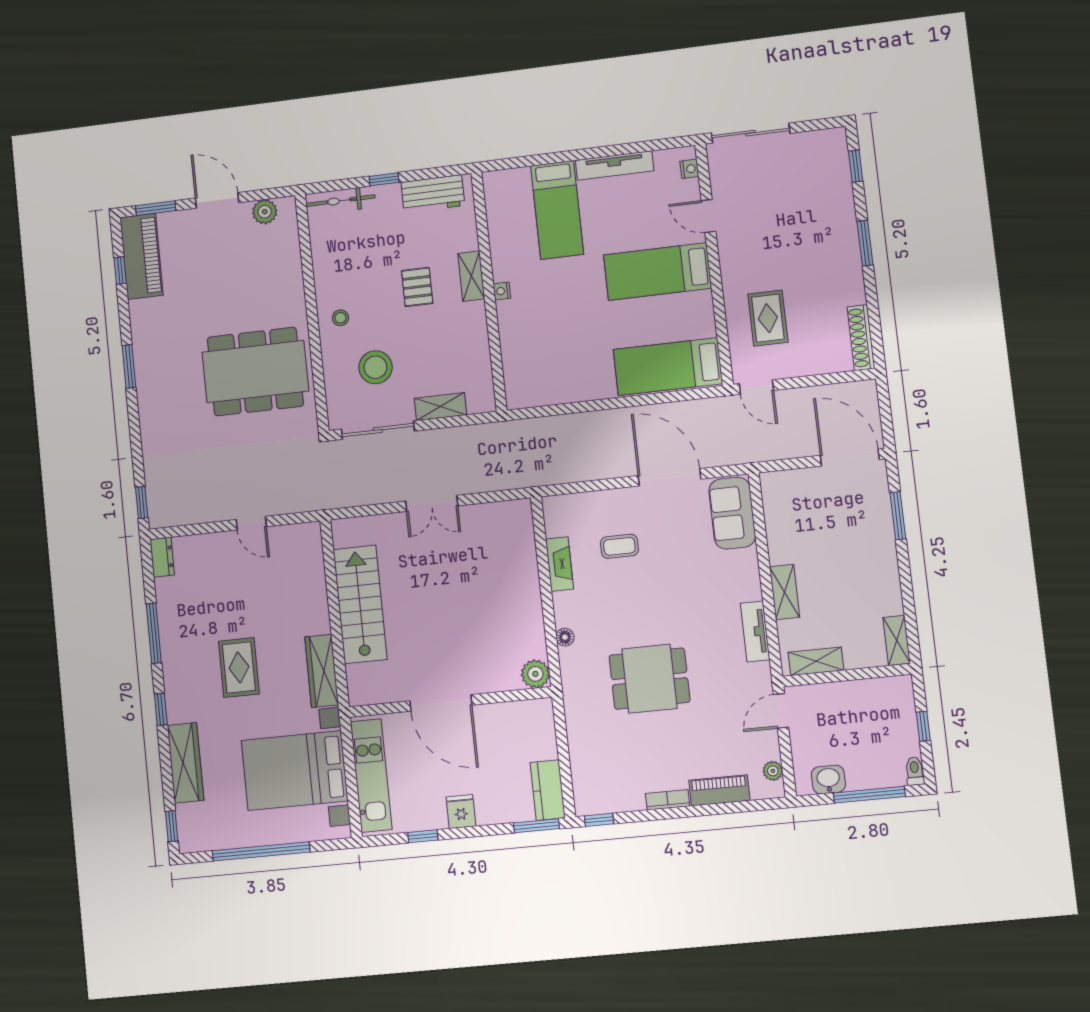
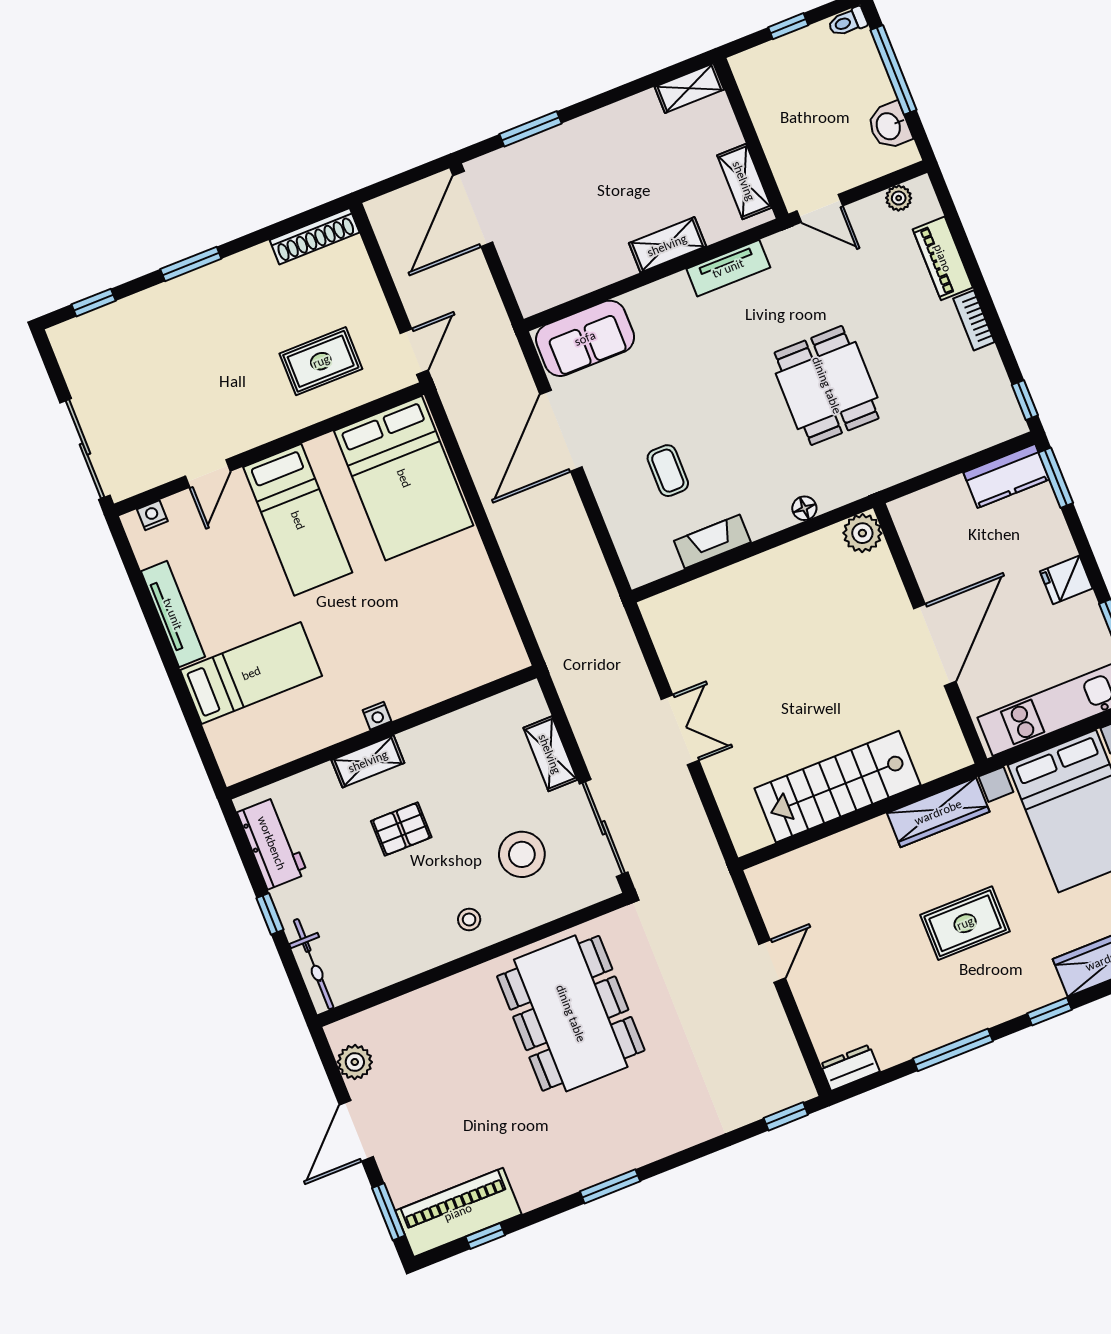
bed: (668, 367) -> (404, 478), width x1.50

